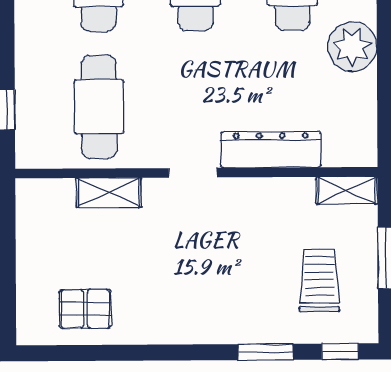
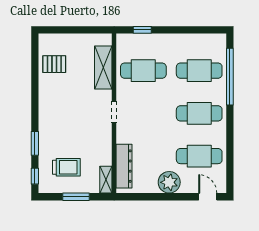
dresser: (271, 150) -> (124, 166), moved
shelving: (109, 193) -> (103, 67), width x1.50, depth x1.33
pallet: (85, 309) -> (54, 64), turned 90

